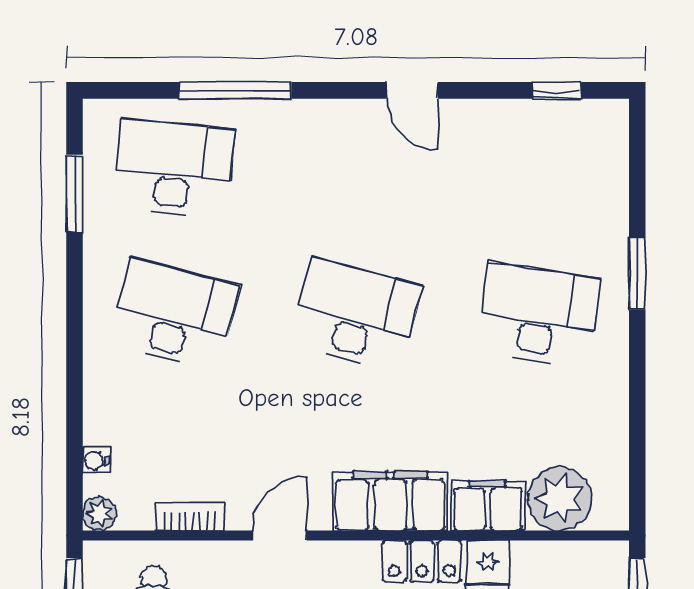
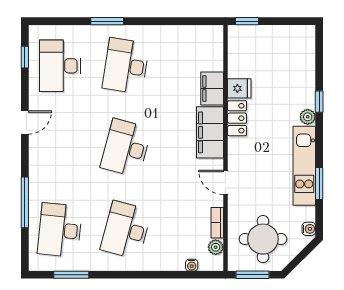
desk: (538, 168) -> (60, 66), added
plant: (560, 499) -> (209, 56), removed
plant: (100, 514) -> (216, 247), moved

